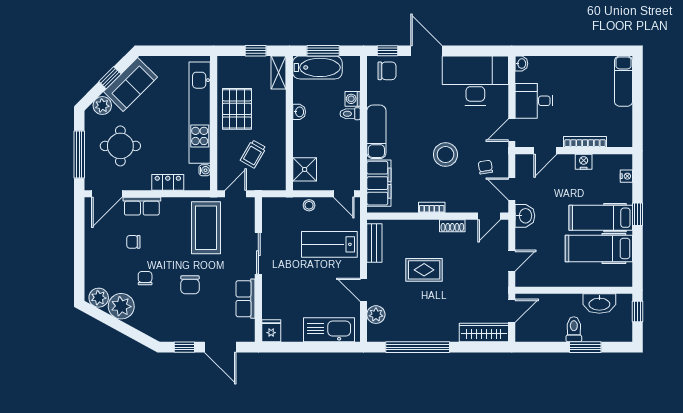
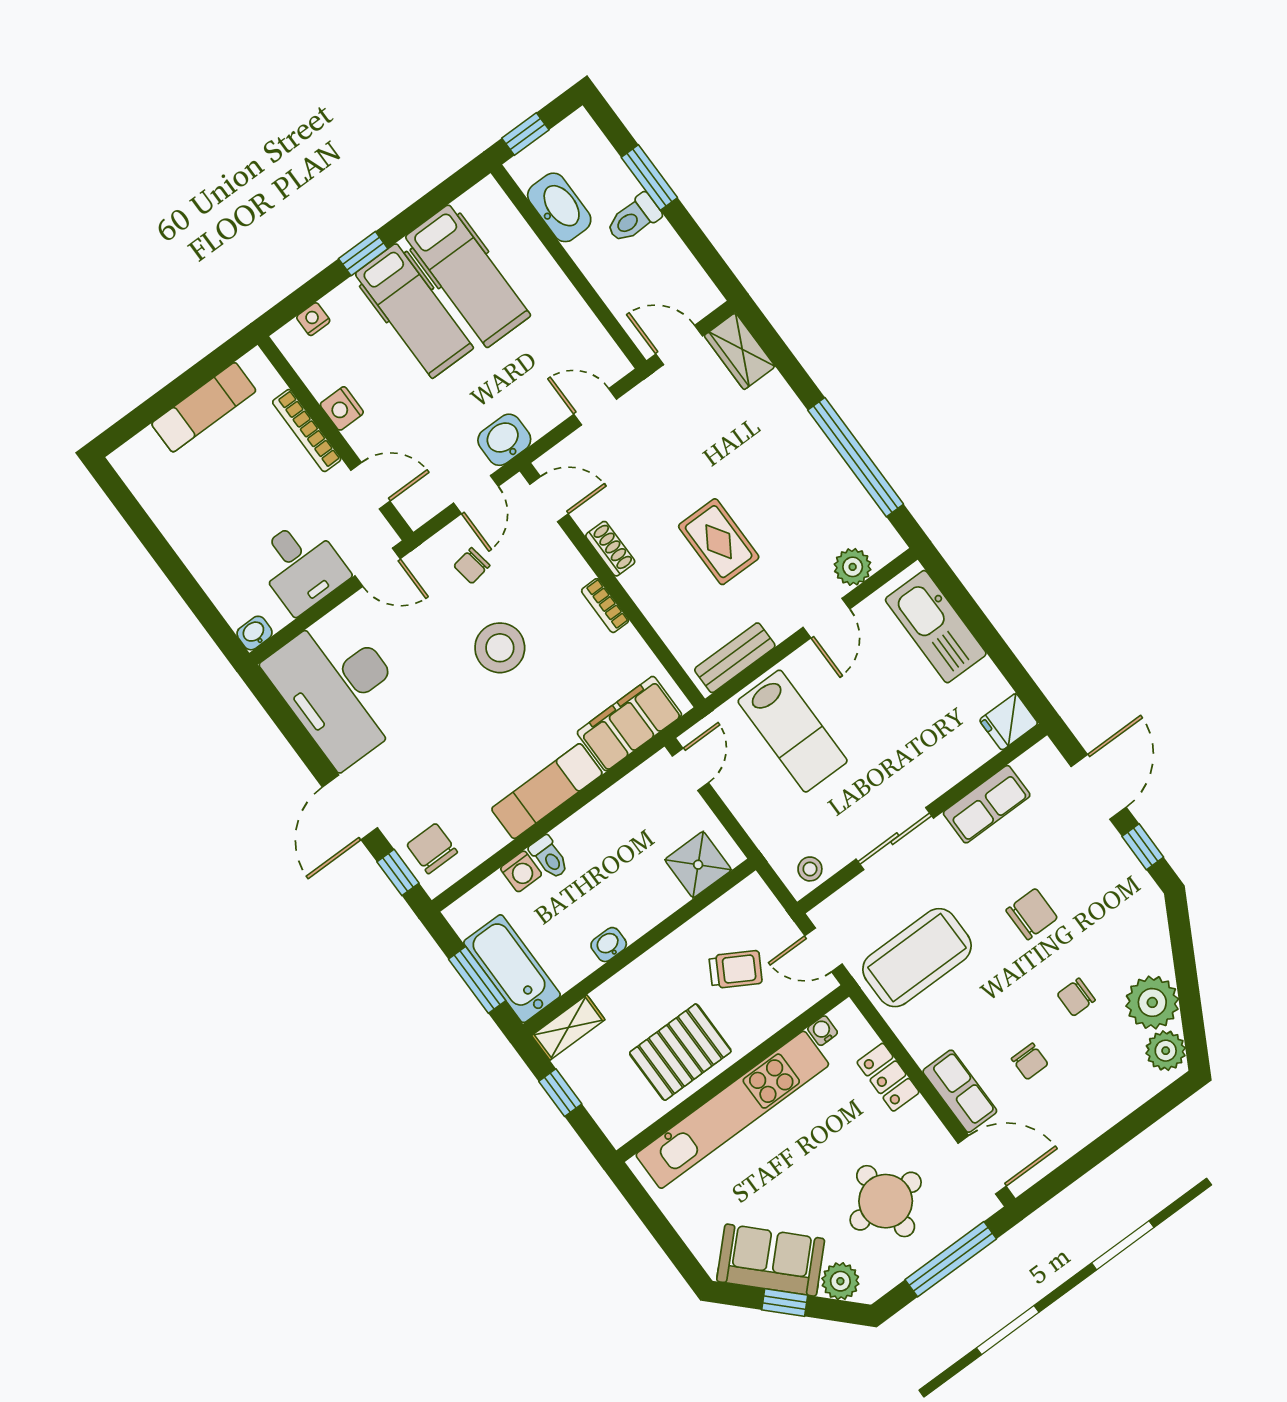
exam couch: (624, 81) -> (204, 407), moved
stool: (309, 205) -> (810, 869), moved
wardrobe: (484, 332) -> (740, 351), width x0.67

